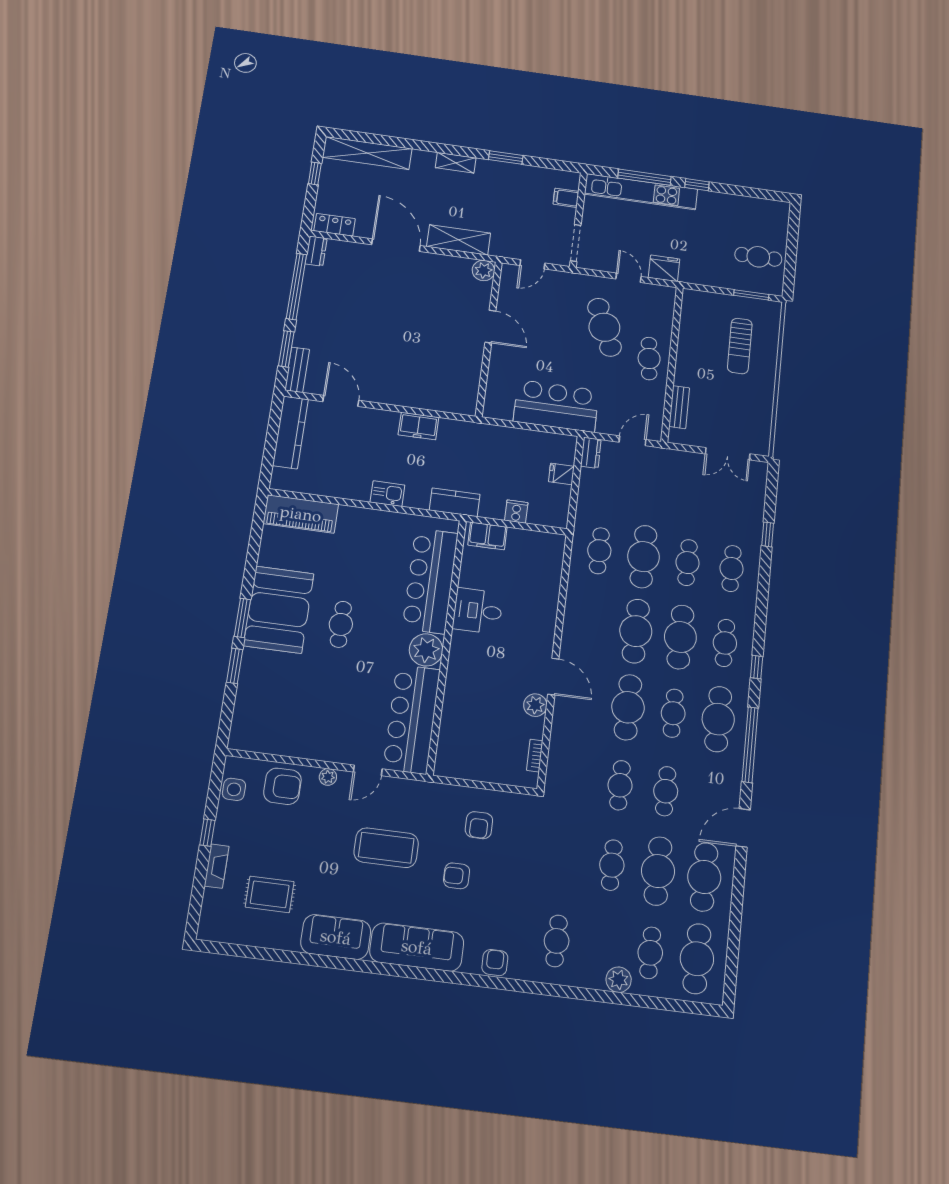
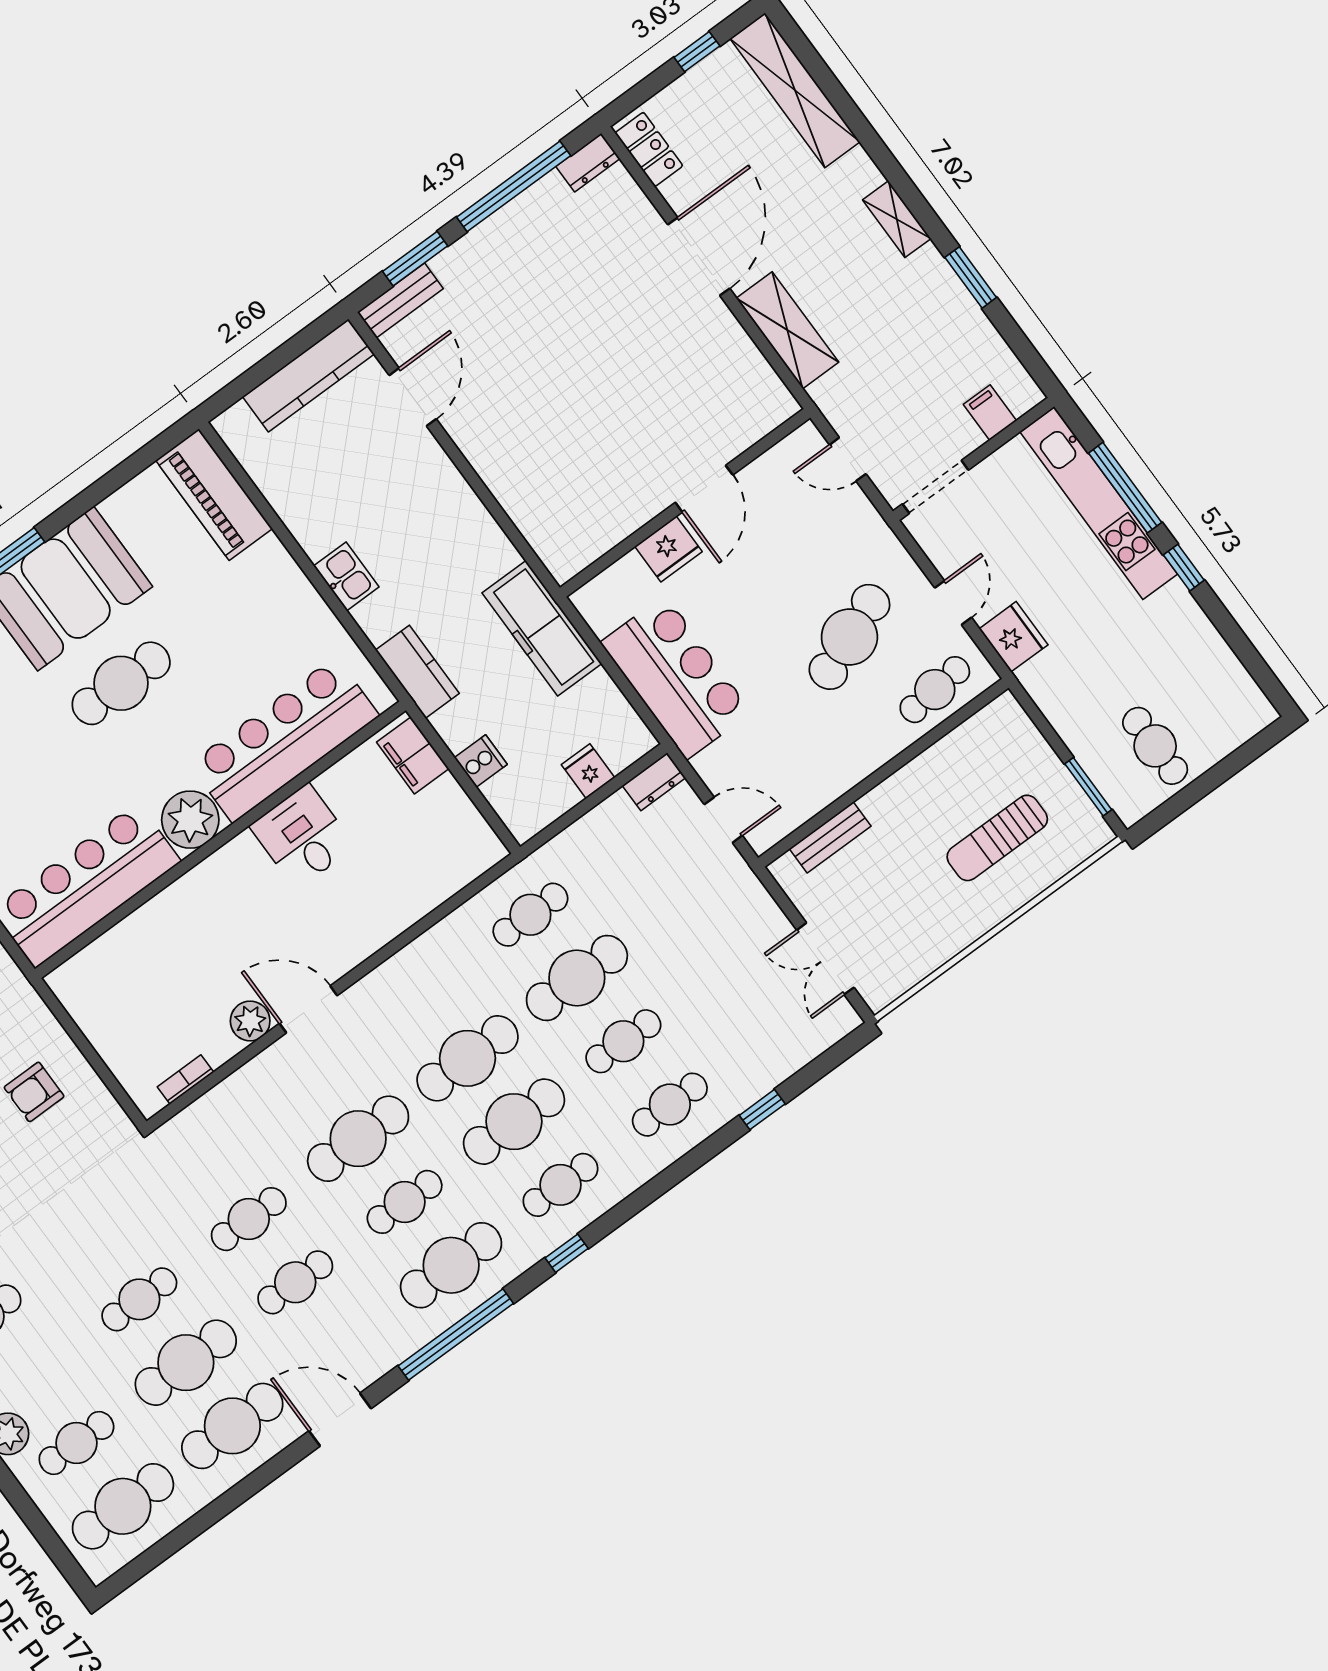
plant: (483, 270) -> (775, 404), removed
cafe table: (649, 358) -> (935, 690), moved
fridge: (501, 362) -> (668, 549), added
freezer: (418, 426) -> (542, 628), moved, width x1.91, depth x1.26
cafe table: (341, 624) -> (121, 683), width x1.37, depth x1.35
door: (553, 677) -> (308, 1009), swing flipped

